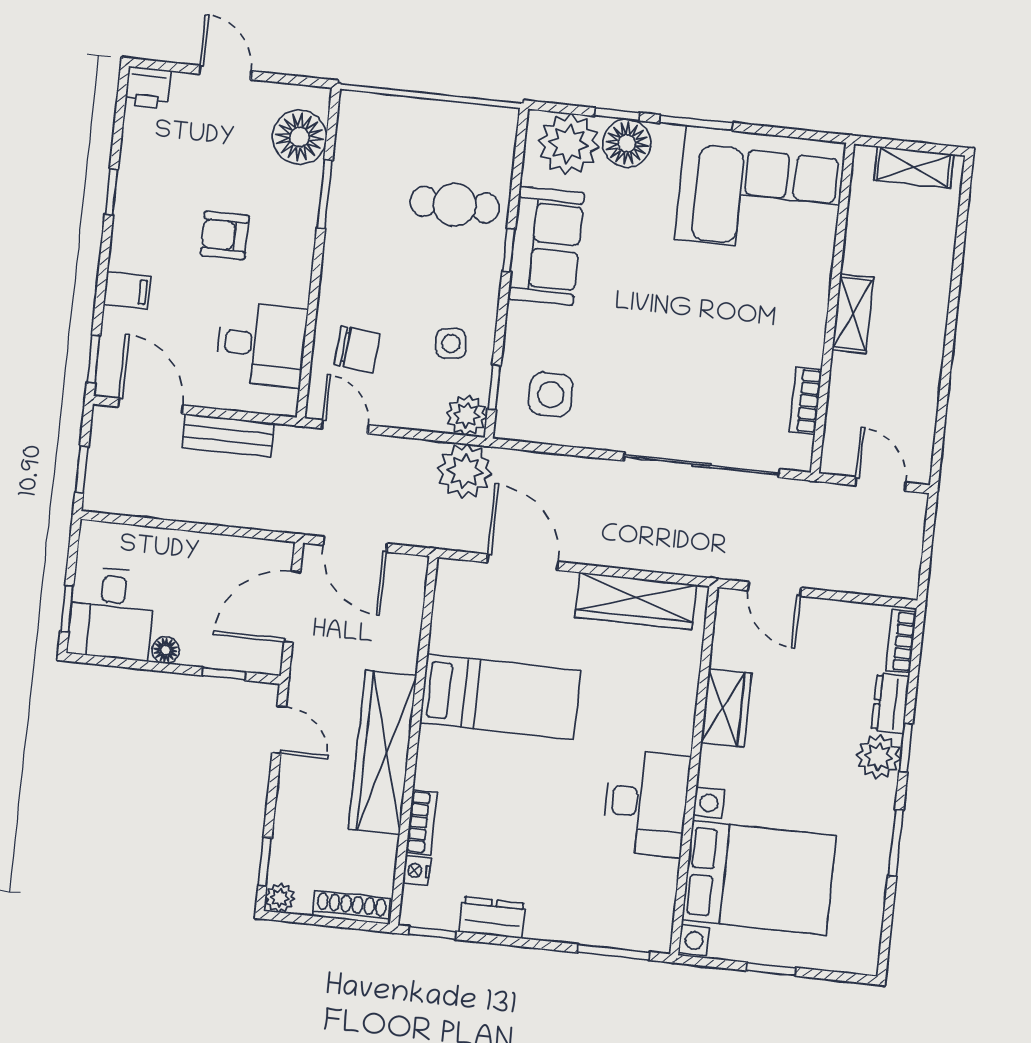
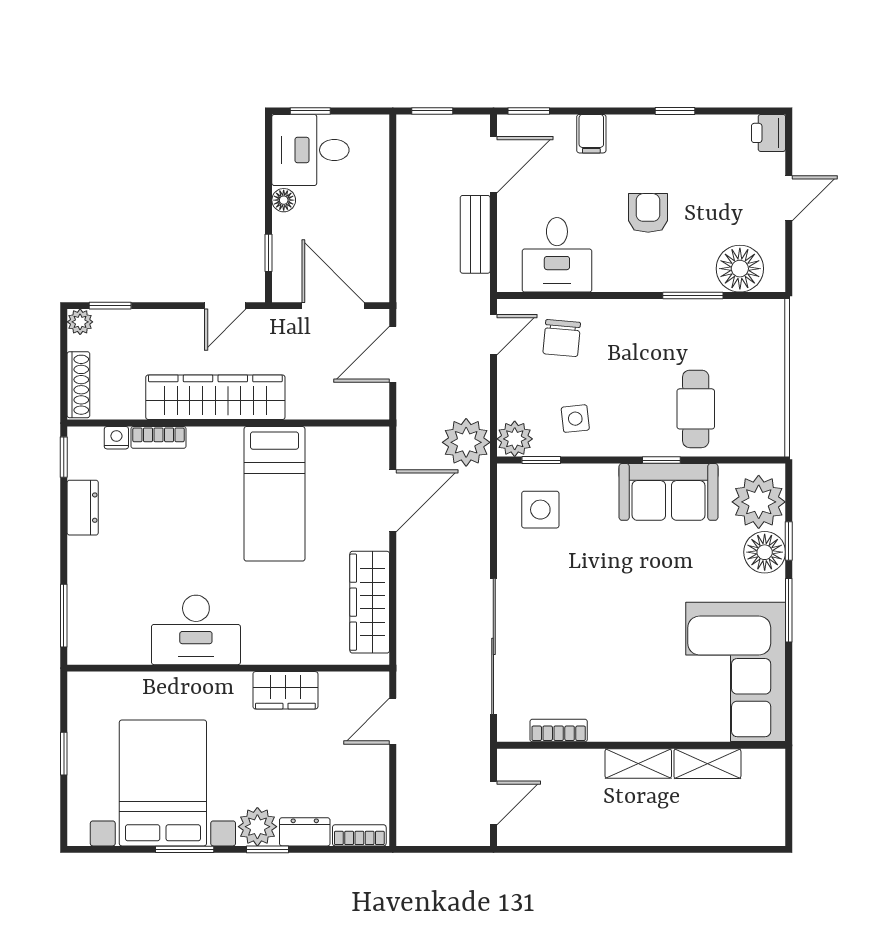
shelving: (914, 167) -> (707, 764), moved, turned 90
bed with nightstands: (759, 878) -> (163, 783), moved, turned 180

